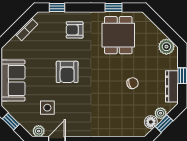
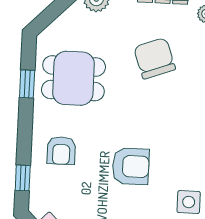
chair: (133, 83) -> (155, 58), width x1.87, depth x1.87

